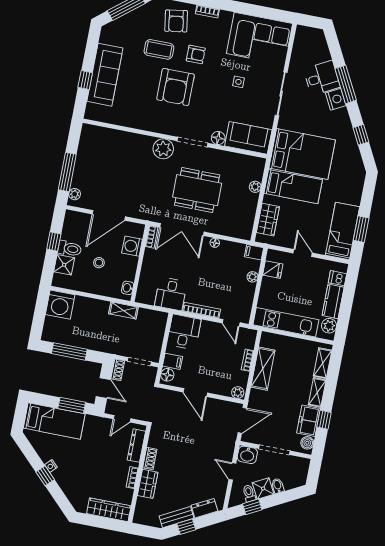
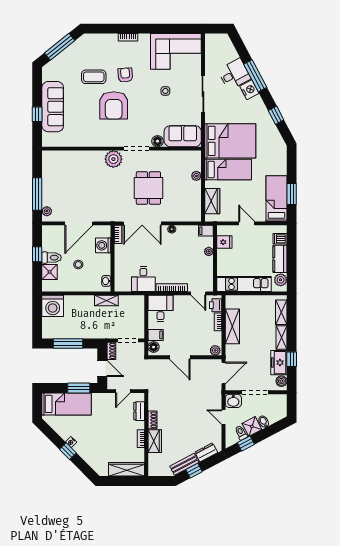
armchair: (176, 21) -> (103, 50), removed
armchair: (196, 54) -> (125, 75), turned -95
dining table: (197, 190) -> (148, 188), width x0.73
printer: (248, 340) -> (216, 305), added
dresser: (136, 446) -> (139, 411), width x0.70

